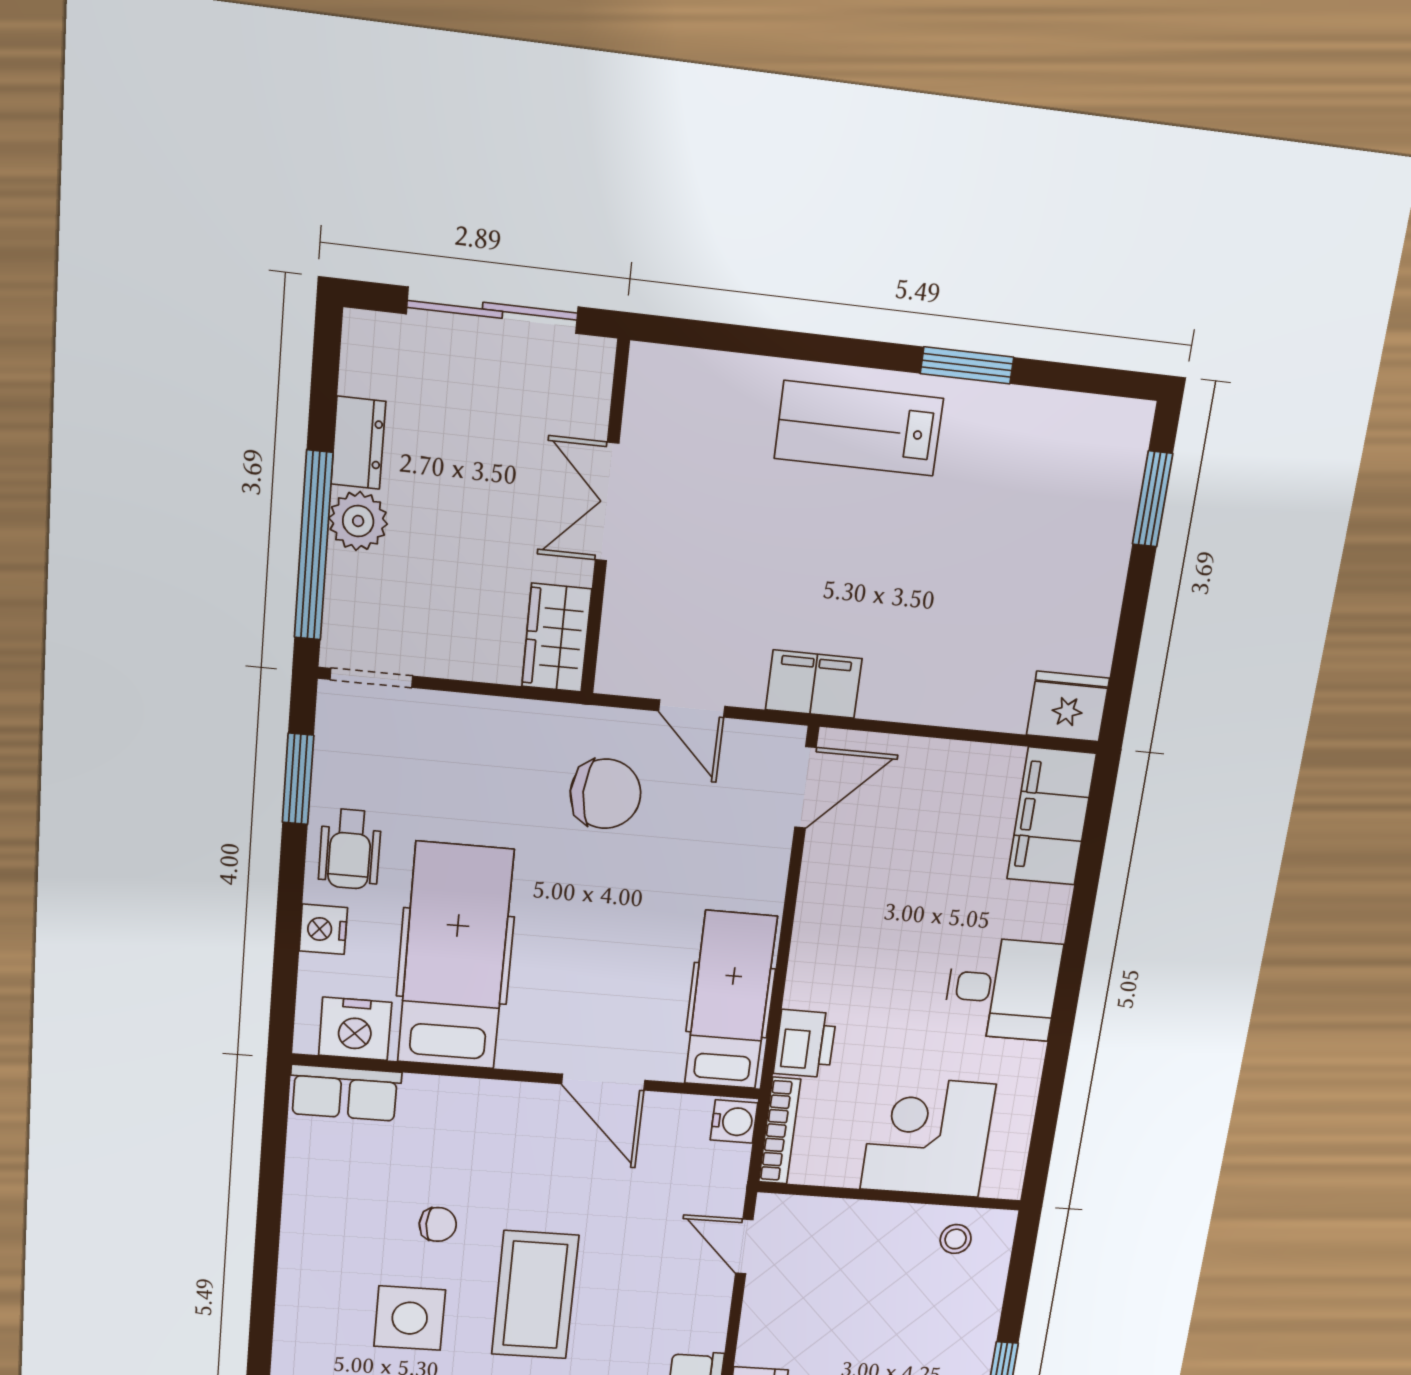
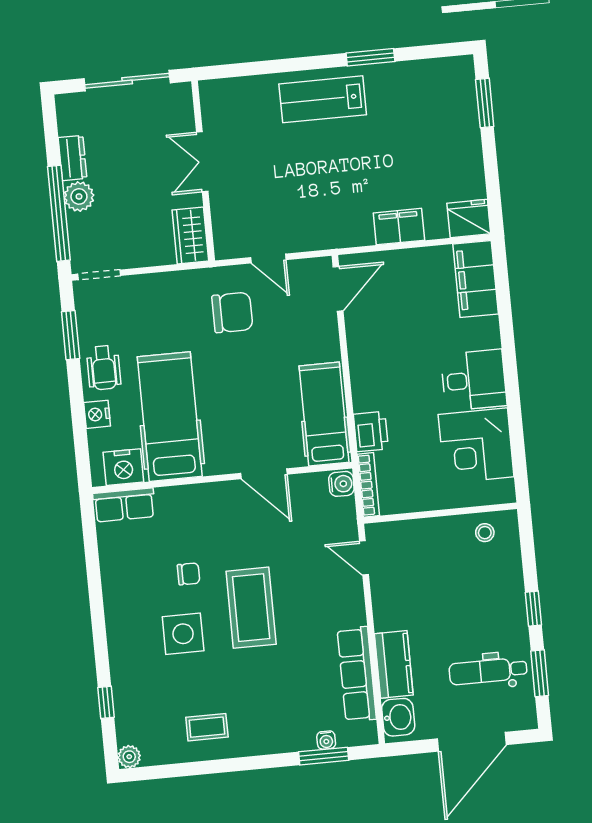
filing cabinet: (814, 684) -> (399, 227), moved
corner desk: (928, 1137) -> (476, 446), moved, turned -90

